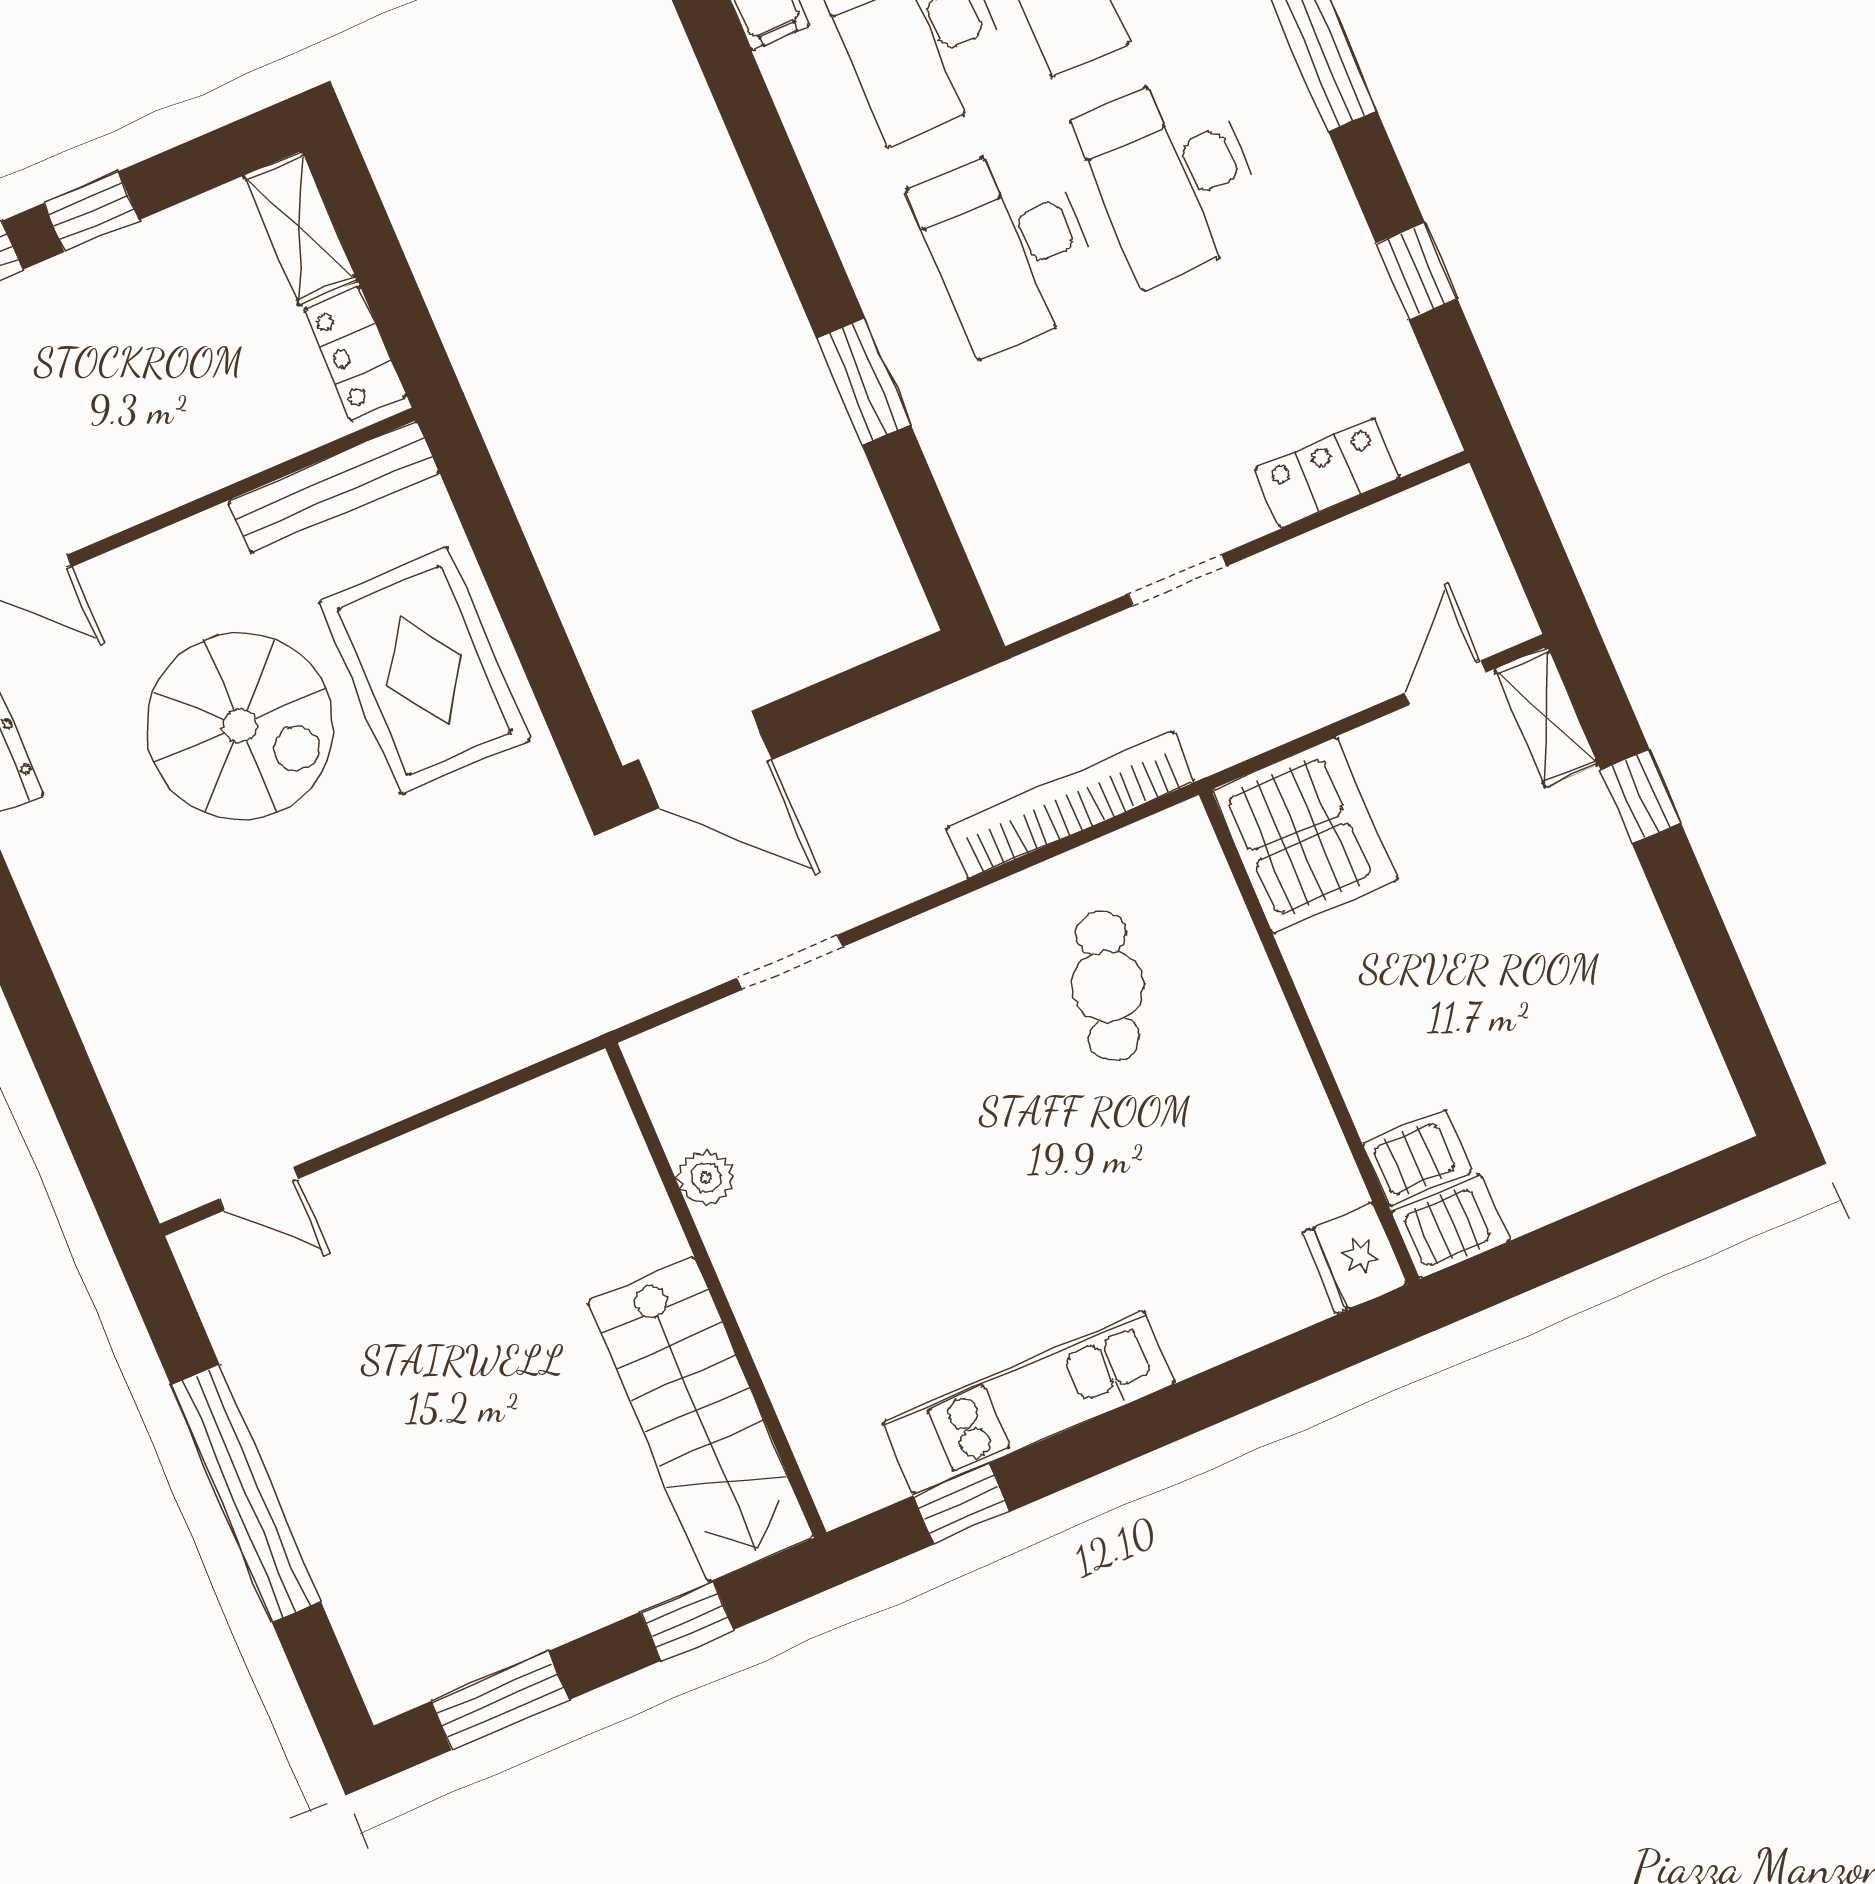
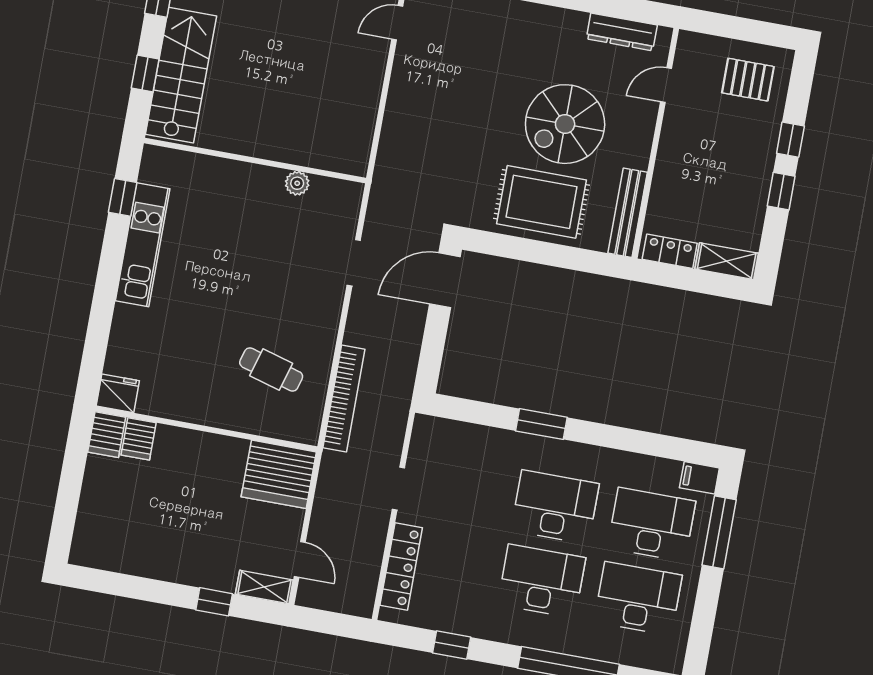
locker: (1327, 473) -> (401, 567), width x1.53
stairs: (701, 1419) -> (181, 75), moved, turned 90

